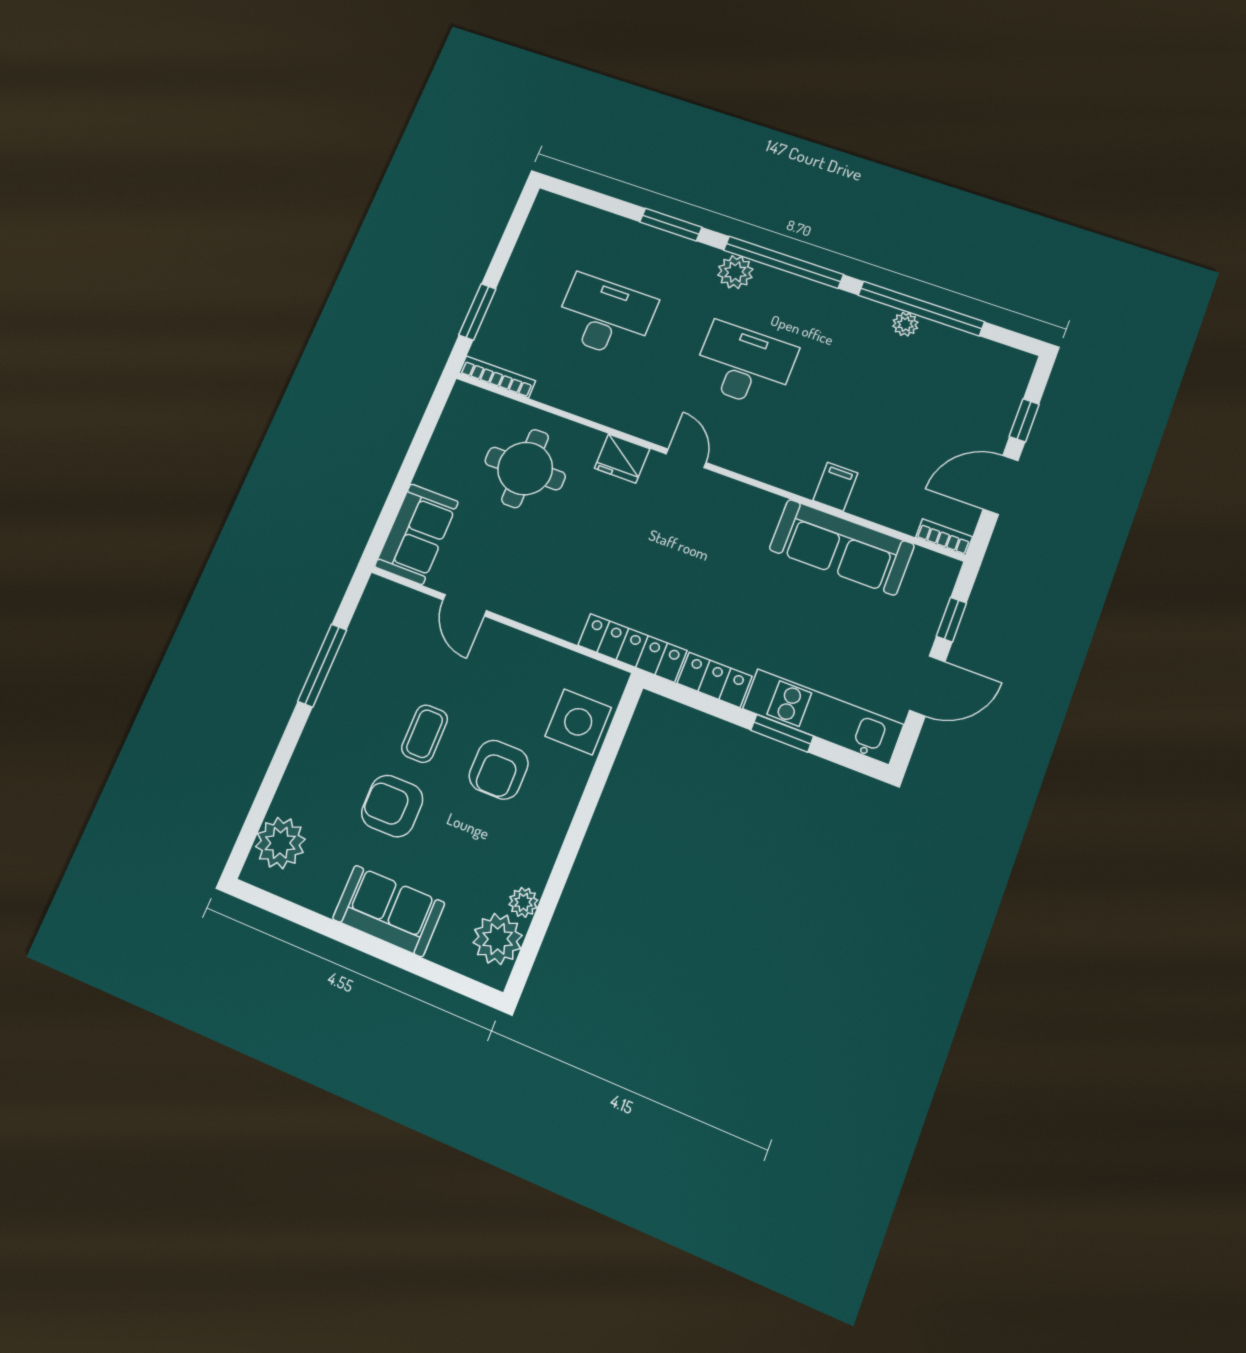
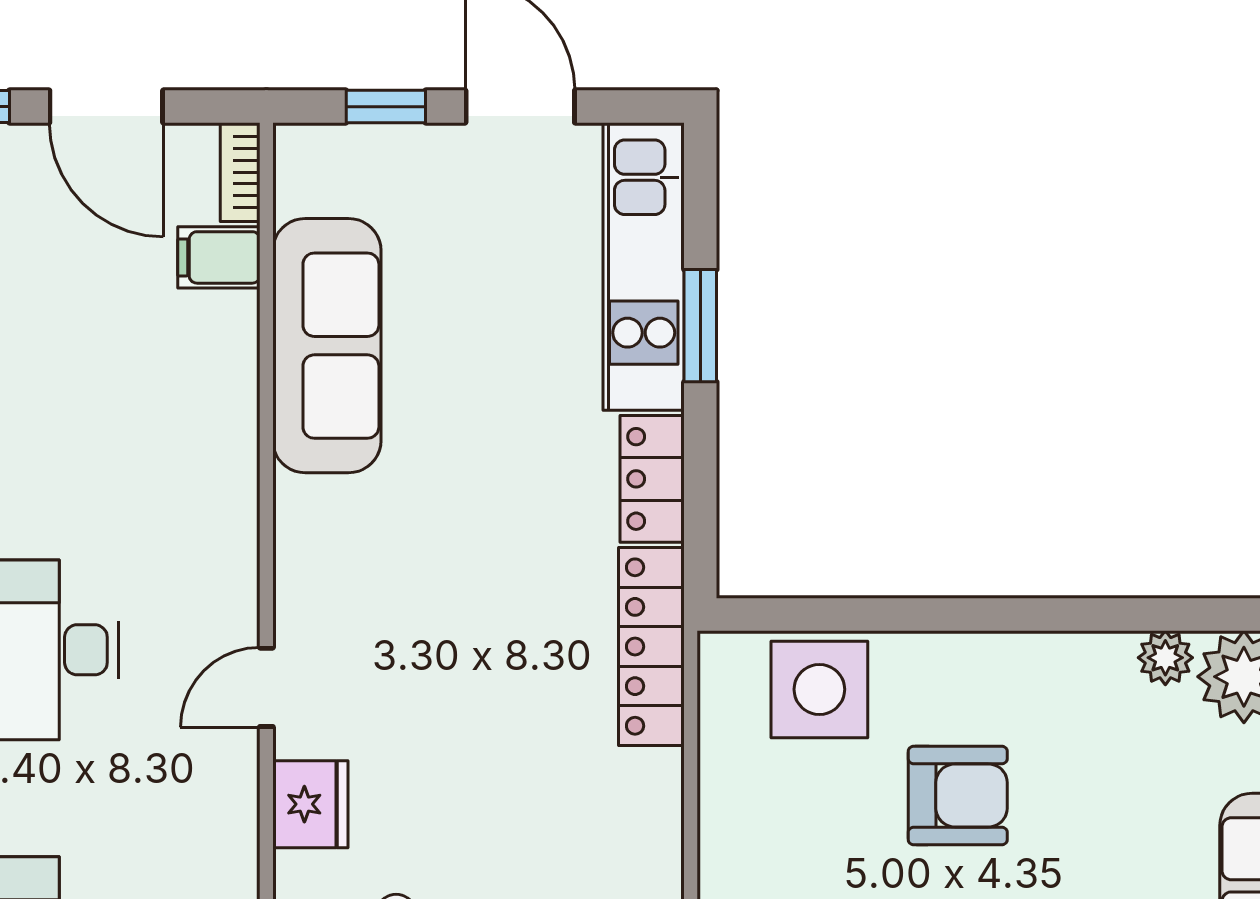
filing cabinet: (835, 487) -> (219, 257), moved

